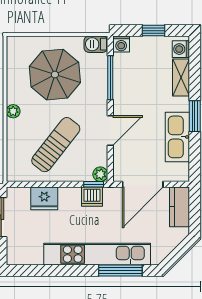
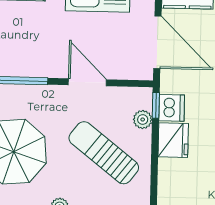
plant: (100, 174) -> (143, 120), moved
fridge: (44, 198) -> (173, 140), moved

